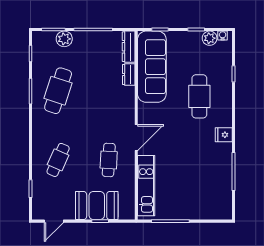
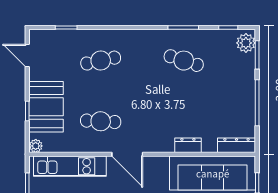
plant: (64, 39) -> (246, 43), moved
dresser: (129, 74) -> (188, 145), moved
cafe table: (58, 91) -> (184, 61), width x0.73, depth x0.74
cafe table: (58, 160) -> (101, 61), turned -36
plant: (129, 214) -> (36, 146), added

